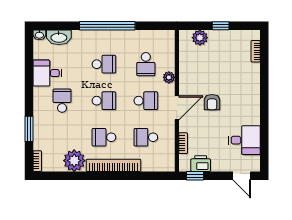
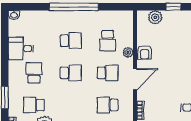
washbasin: (59, 37) -> (31, 17), removed
armchair: (212, 102) -> (145, 52), moved
school desk: (104, 137) -> (34, 105), moved

